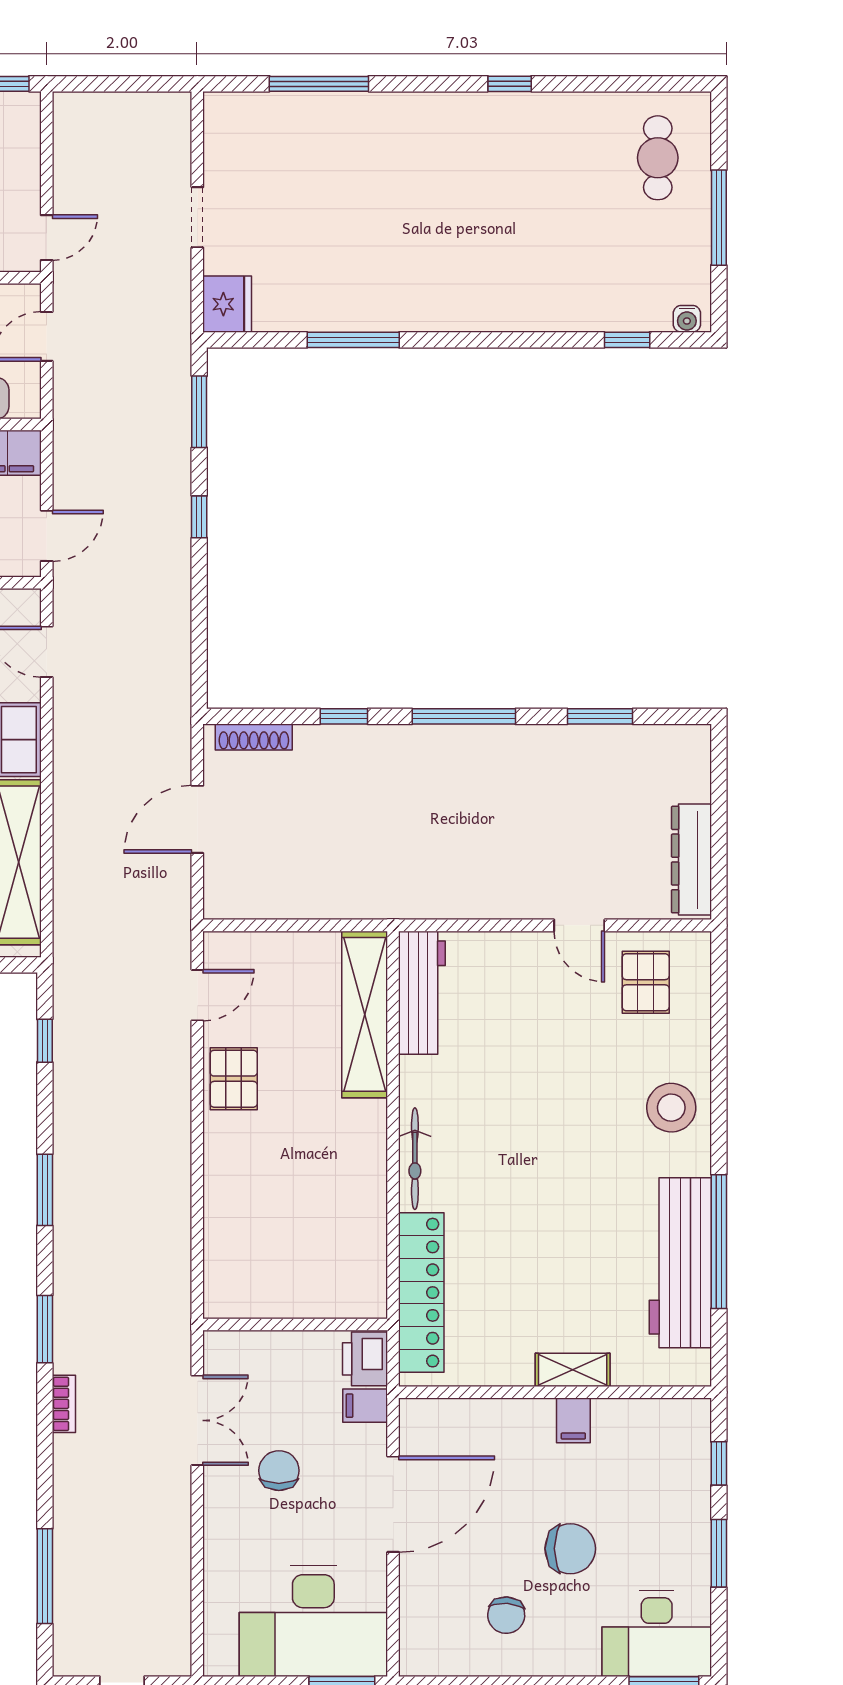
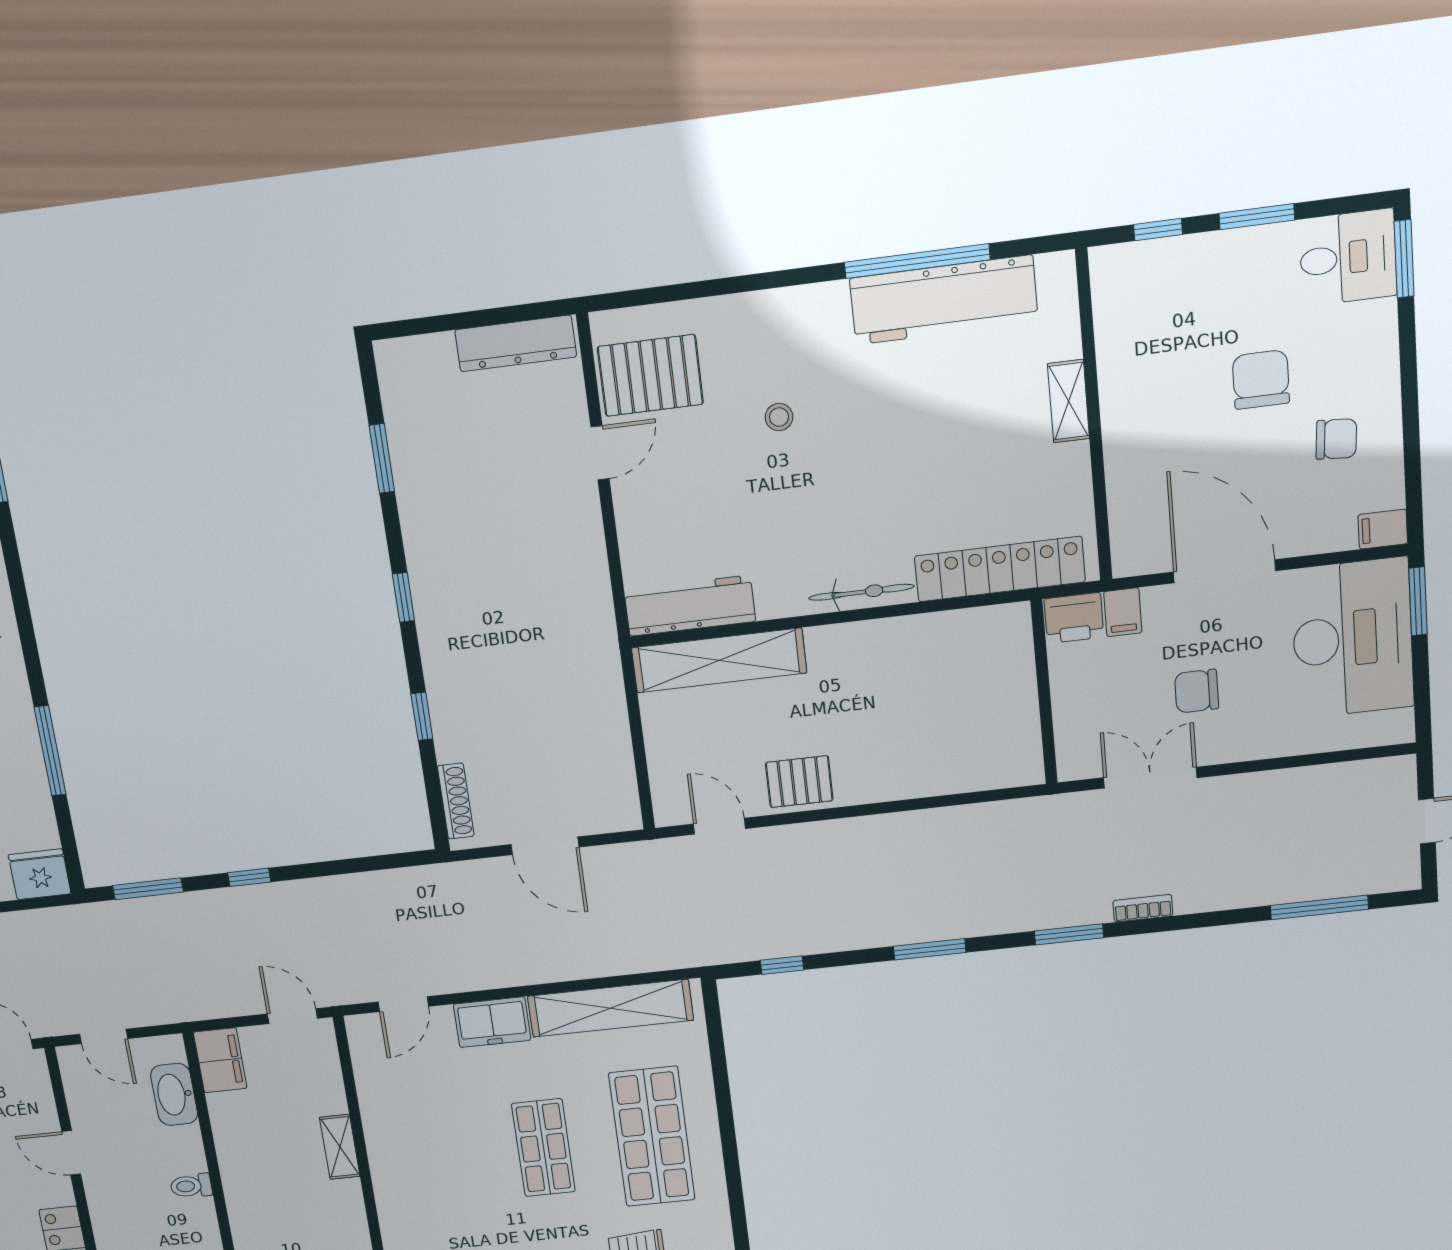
window: (464, 716) -> (403, 597), width x0.46
pallet: (646, 982) -> (650, 375), width x1.50, depth x1.42
stool: (671, 1108) -> (779, 417), moved, width x0.53, depth x0.53
filing cabinet: (573, 1420) -> (1383, 529), moved, turned 180
desk: (657, 1634) -> (1348, 258), width x0.73

